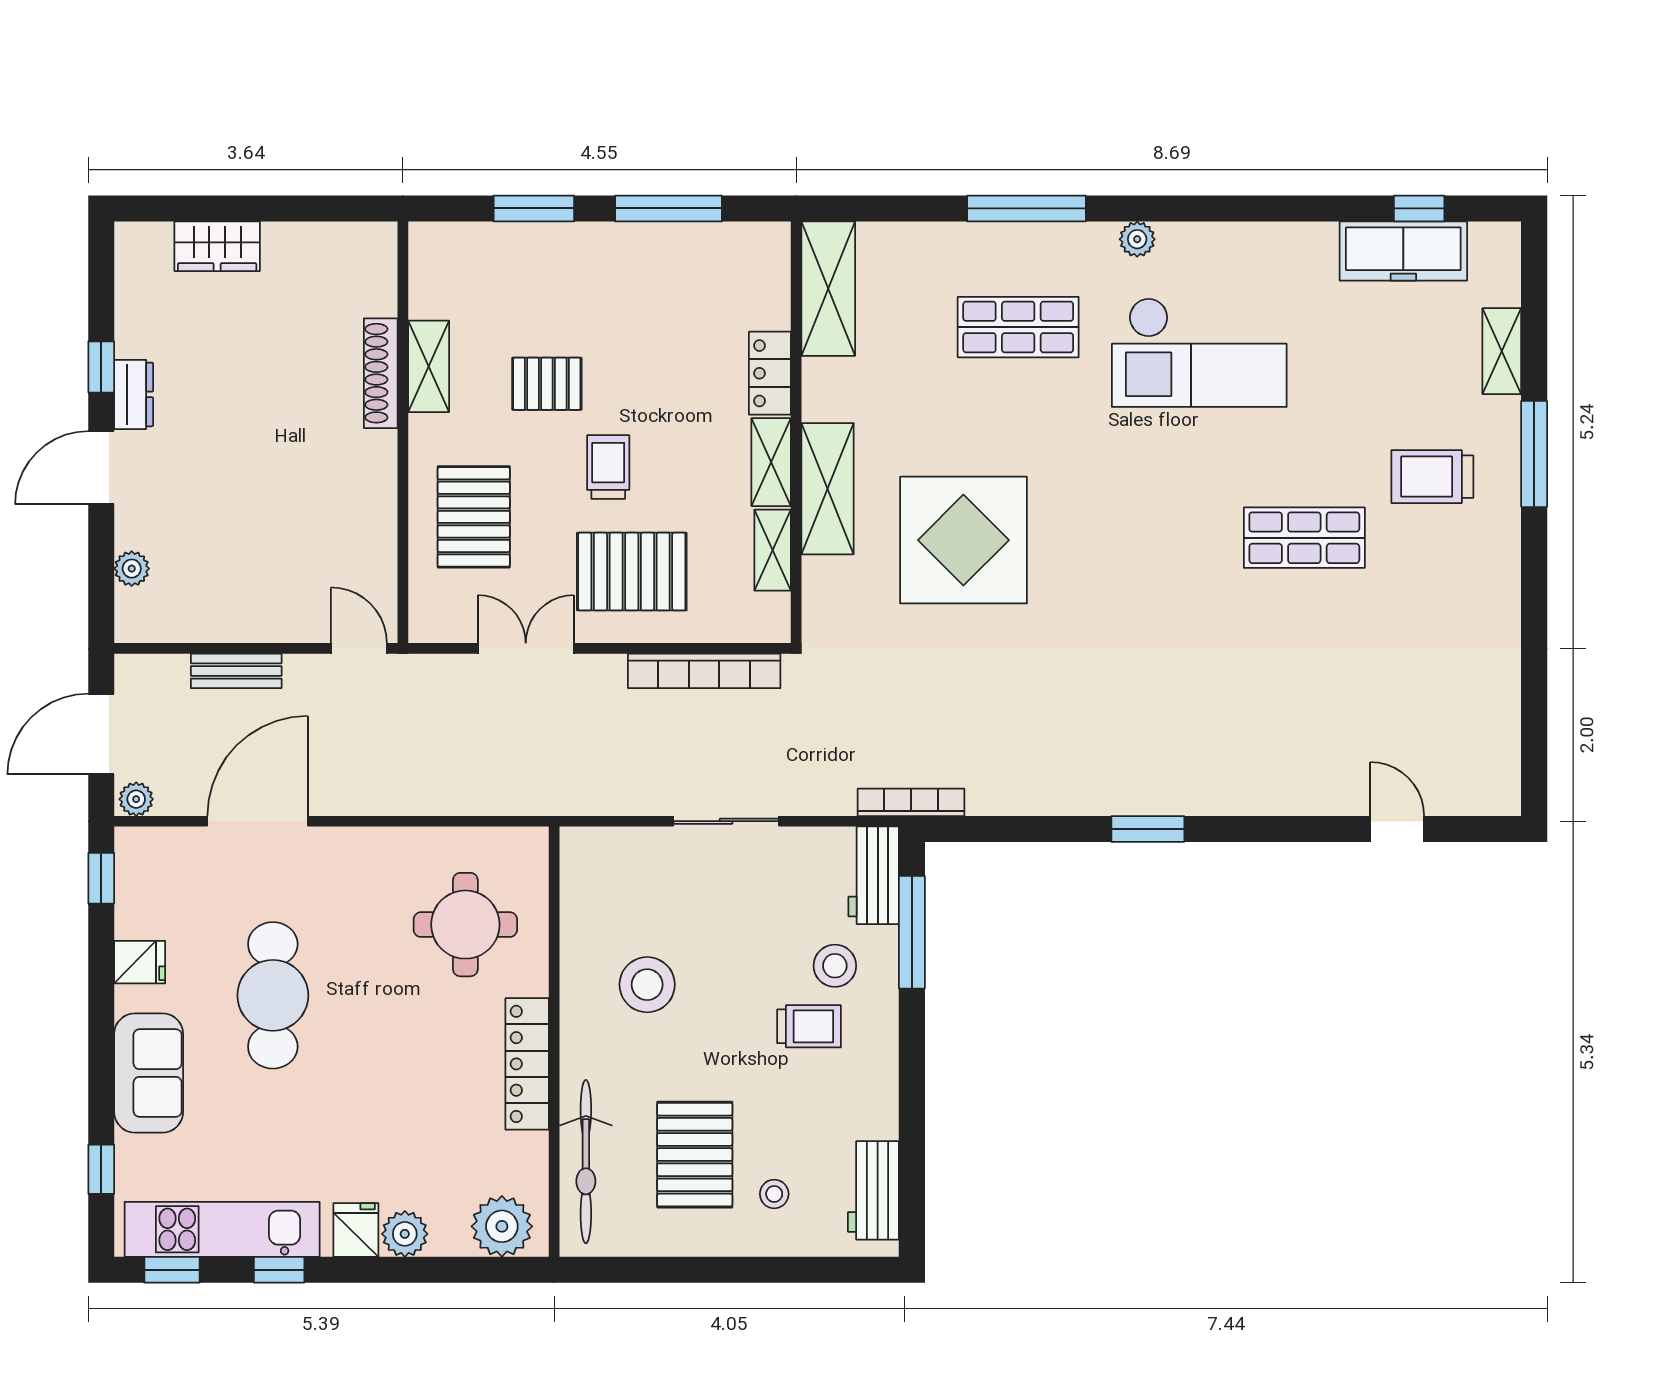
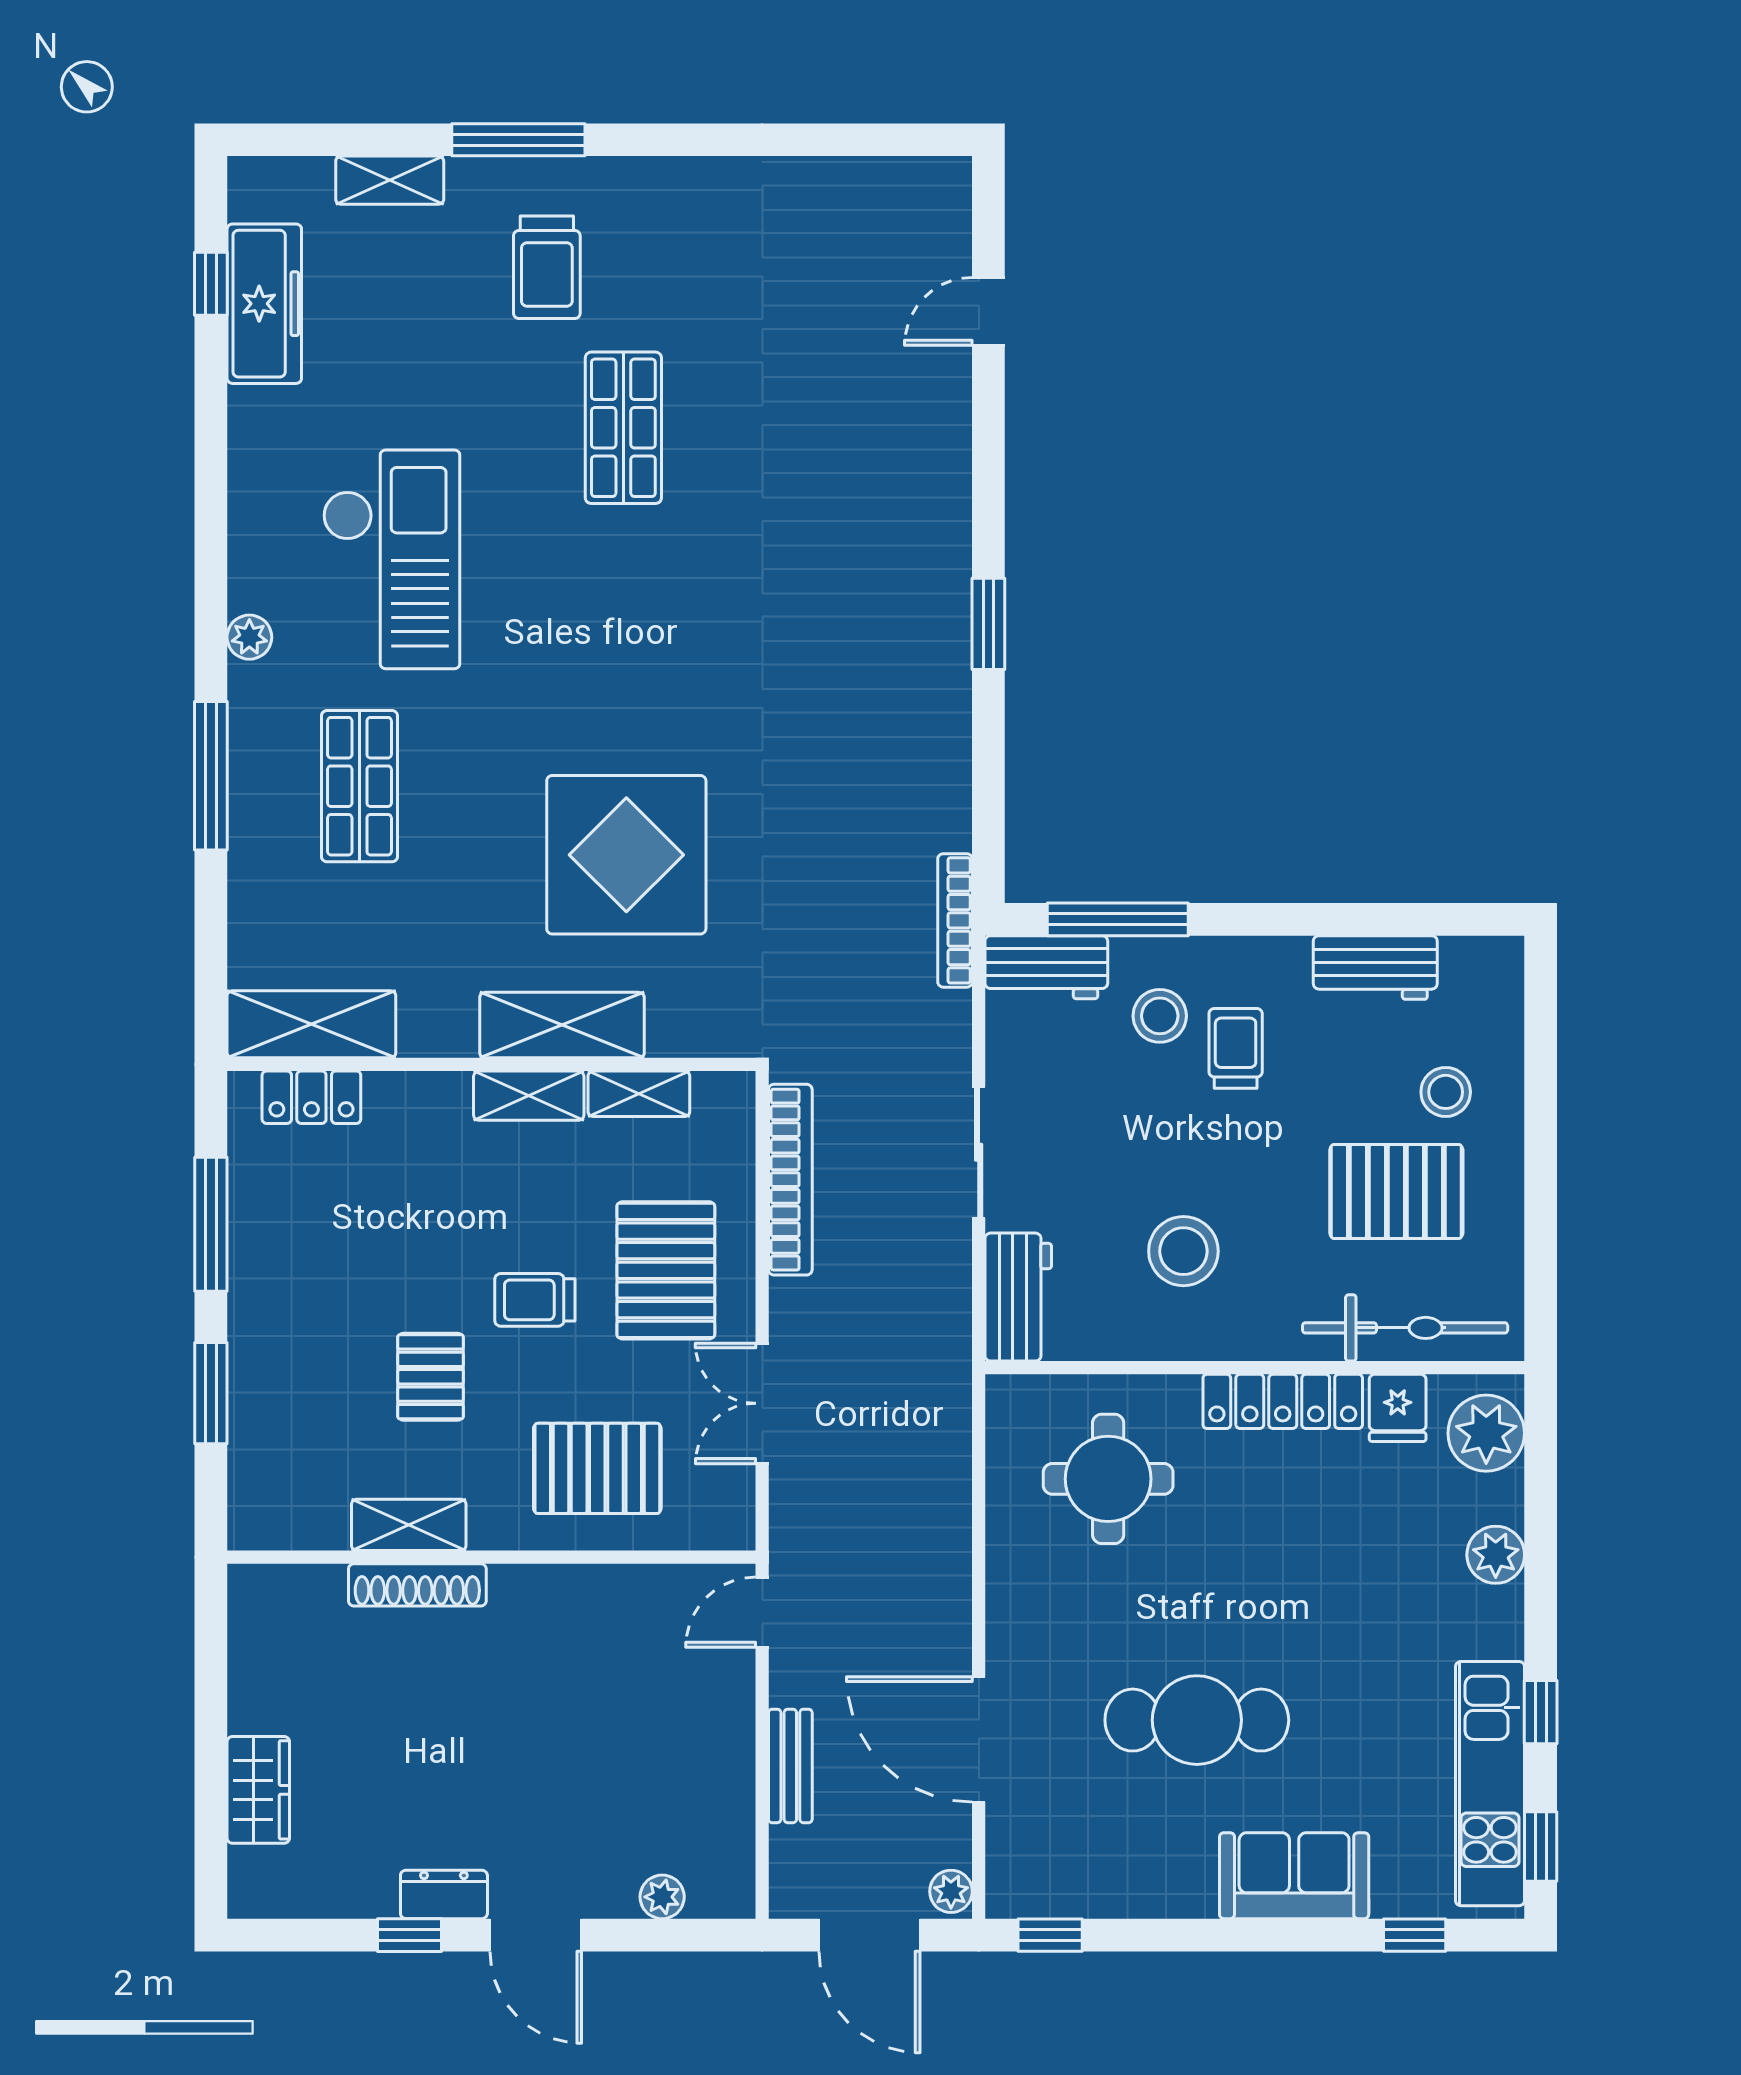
locker: (770, 373) -> (311, 1097), moved
workbench: (610, 853) -> (1018, 1297), added
fridge: (140, 962) -> (1155, 1887), removed
workbench: (873, 1190) -> (1375, 968), moved
stool: (774, 1194) -> (1446, 1092), width x1.37, depth x1.37
fridge: (356, 1230) -> (1398, 1408), moved, turned -90

